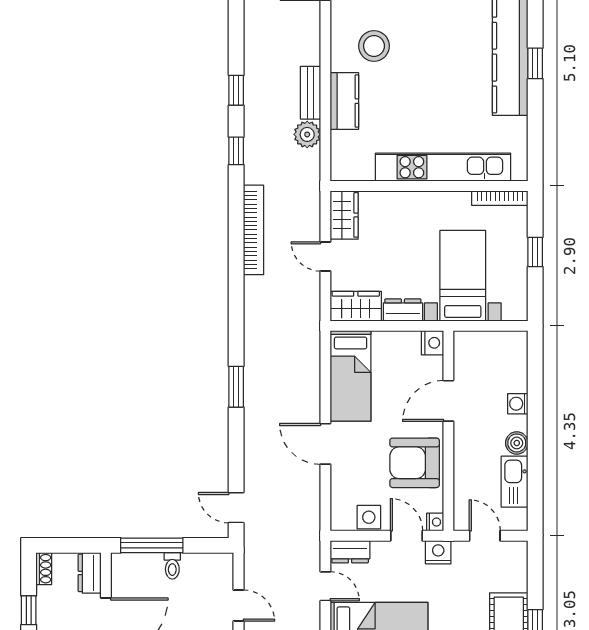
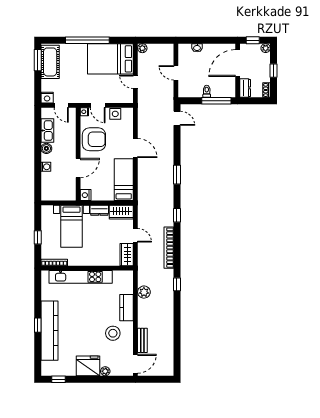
window: (236, 90) -> (177, 215), moved
bench: (310, 93) -> (142, 340), moved
dresser: (350, 552) -> (124, 98), removed
nightstand: (438, 552) -> (47, 98), moved

